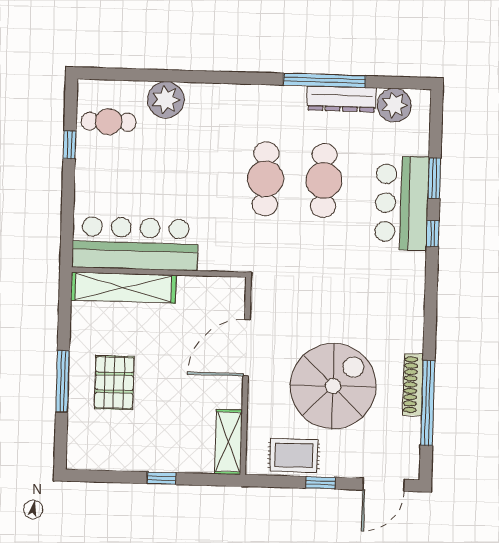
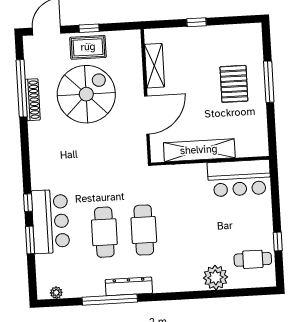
dresser: (341, 99) -> (129, 286), moved
plant: (394, 105) -> (56, 293), width x0.53, depth x0.53
bar counter: (135, 244) -> (239, 178), width x0.73
shelving: (123, 288) -> (199, 150), moved
spiral stairs: (333, 386) -> (86, 94), turned 180
shelving: (228, 442) -> (154, 66), moved
rug: (294, 455) -> (88, 47), moved

